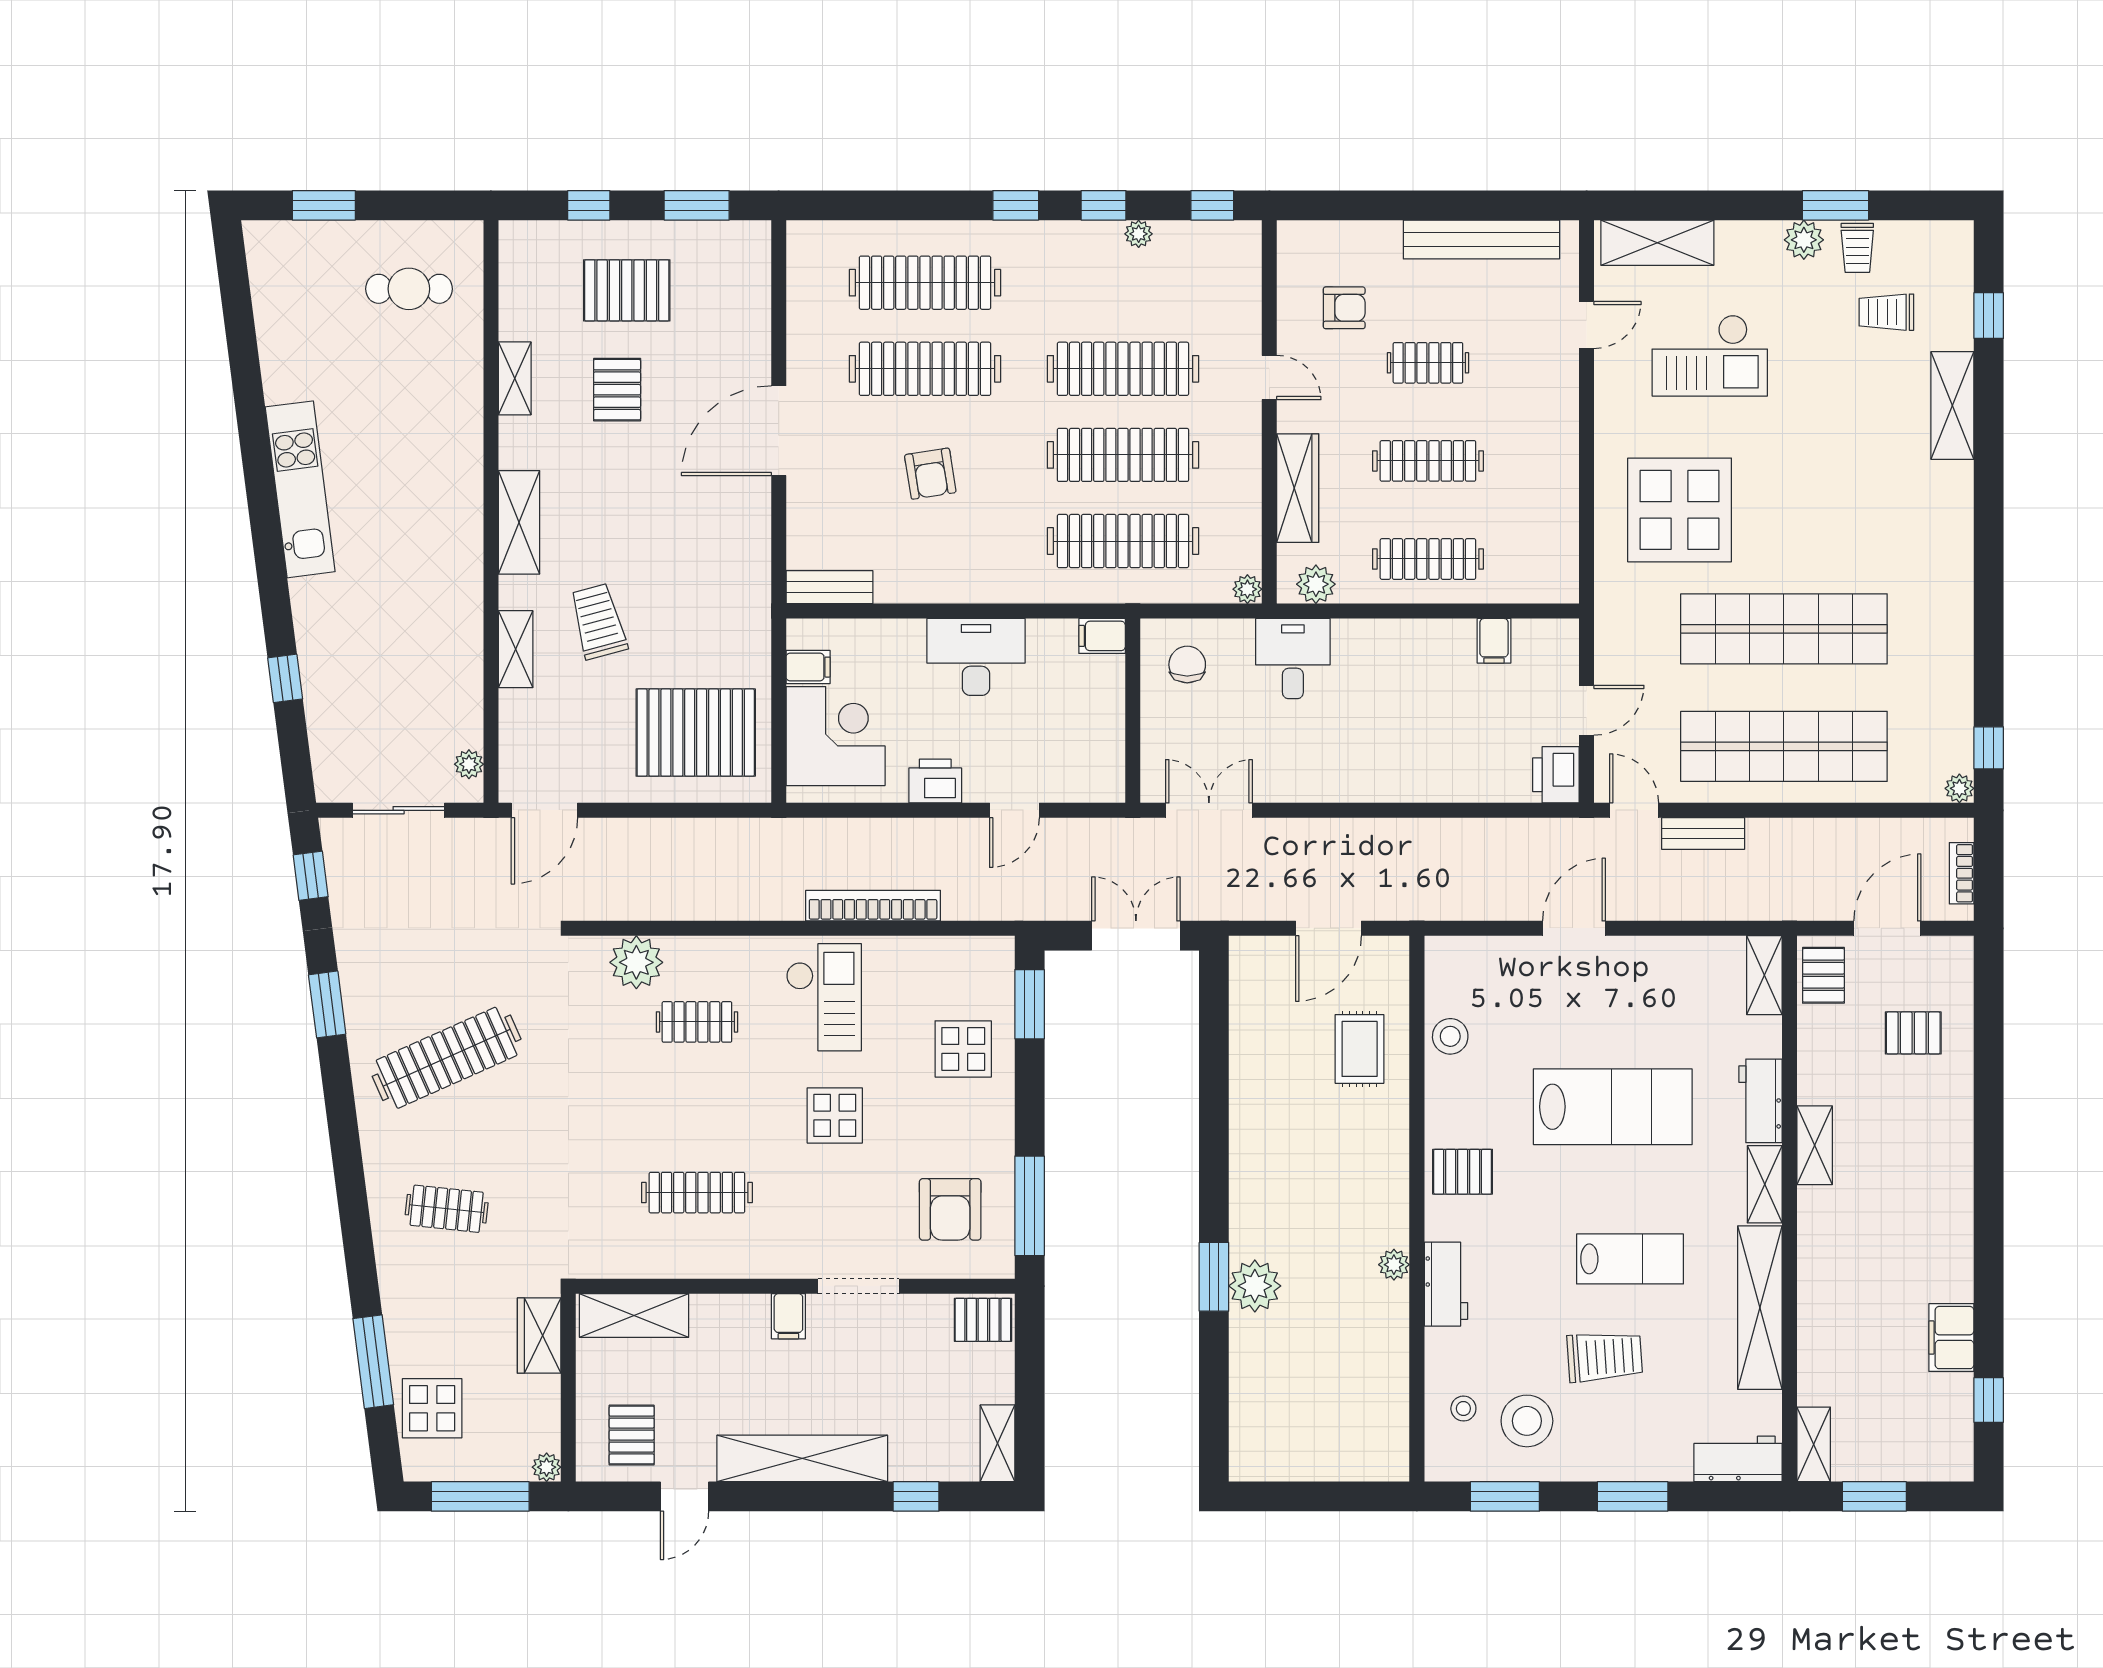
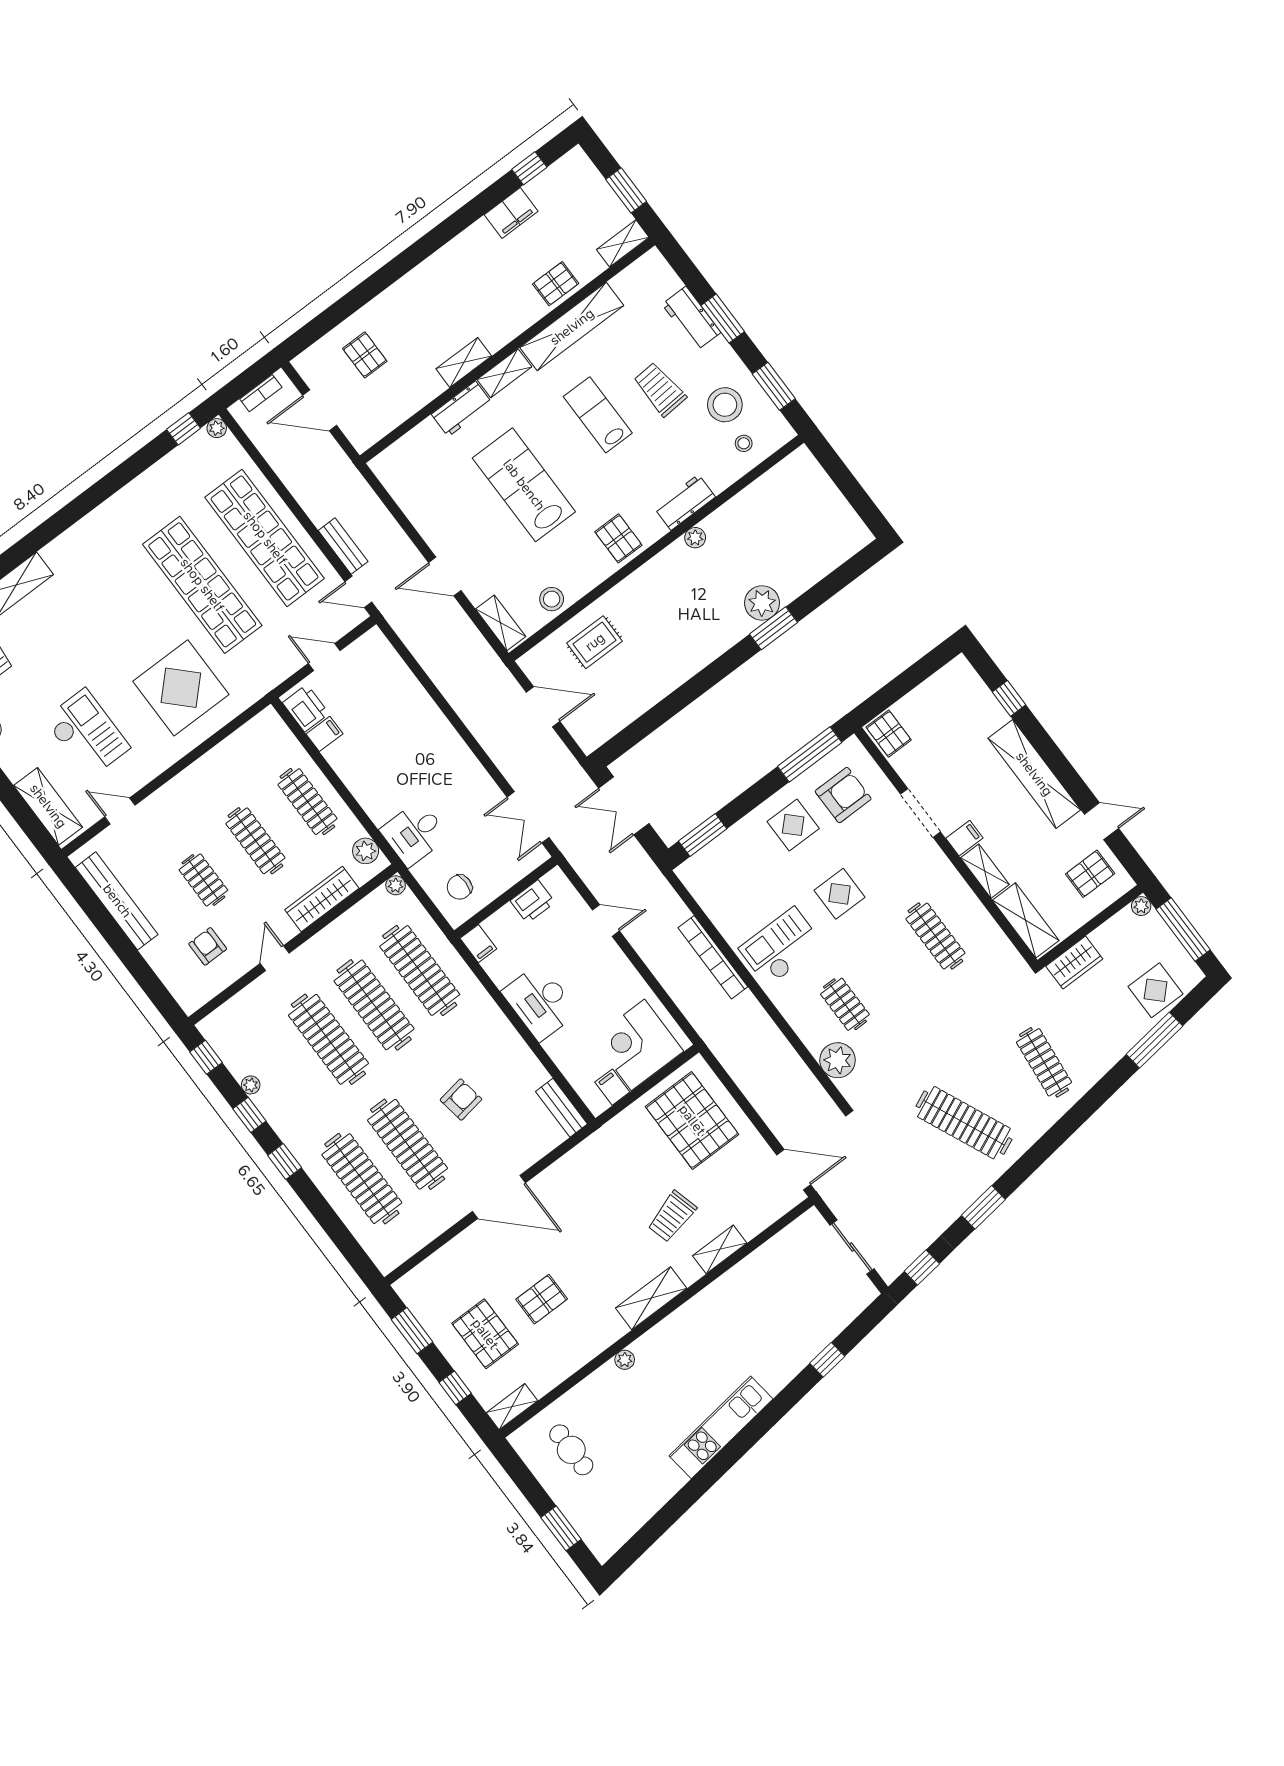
shelving: (515, 378) -> (512, 1407), moved
plant: (469, 764) -> (625, 1360), moved
printer: (1556, 775) -> (306, 708), moved, turned -90
printer: (935, 781) -> (533, 902), moved, turned -90
door: (1634, 810) -> (358, 592), hinge flipped
shelving: (1764, 975) -> (501, 623), moved, turned 90
pallet: (1823, 975) -> (556, 284), moved
display table: (963, 1049) -> (793, 825), moved
clothes rail: (447, 1209) -> (1044, 1062), width x1.36
shelving: (997, 1443) -> (985, 871), moved, turned 90
workbench: (1738, 1459) -> (691, 318), moved

